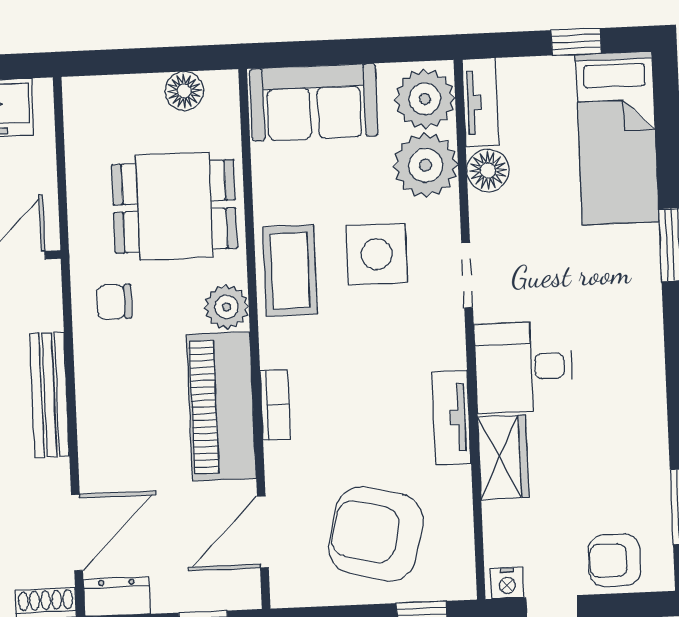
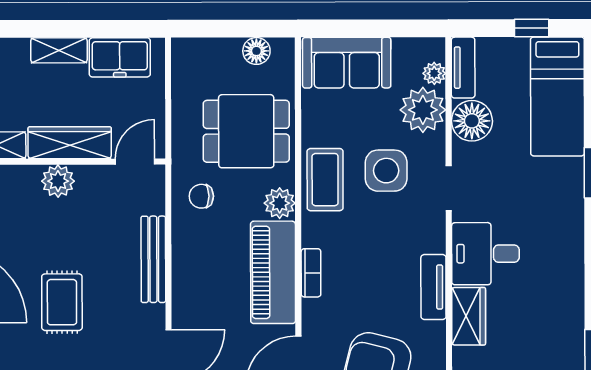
plant: (425, 99) -> (434, 73), width x0.53, depth x0.53
floor lamp: (488, 170) -> (472, 121), width x1.38, depth x1.38

